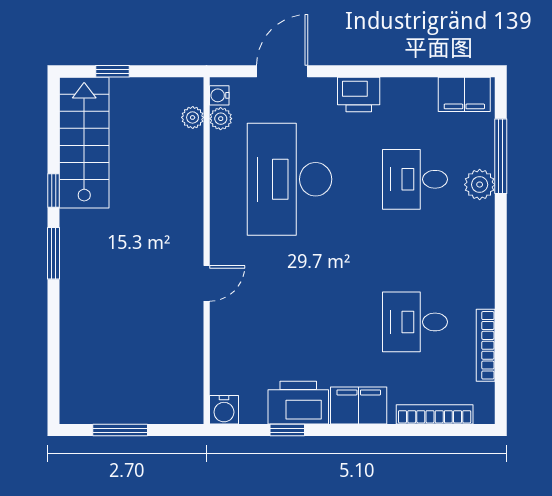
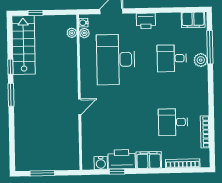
water cooler: (224, 410) -> (101, 163), moved

